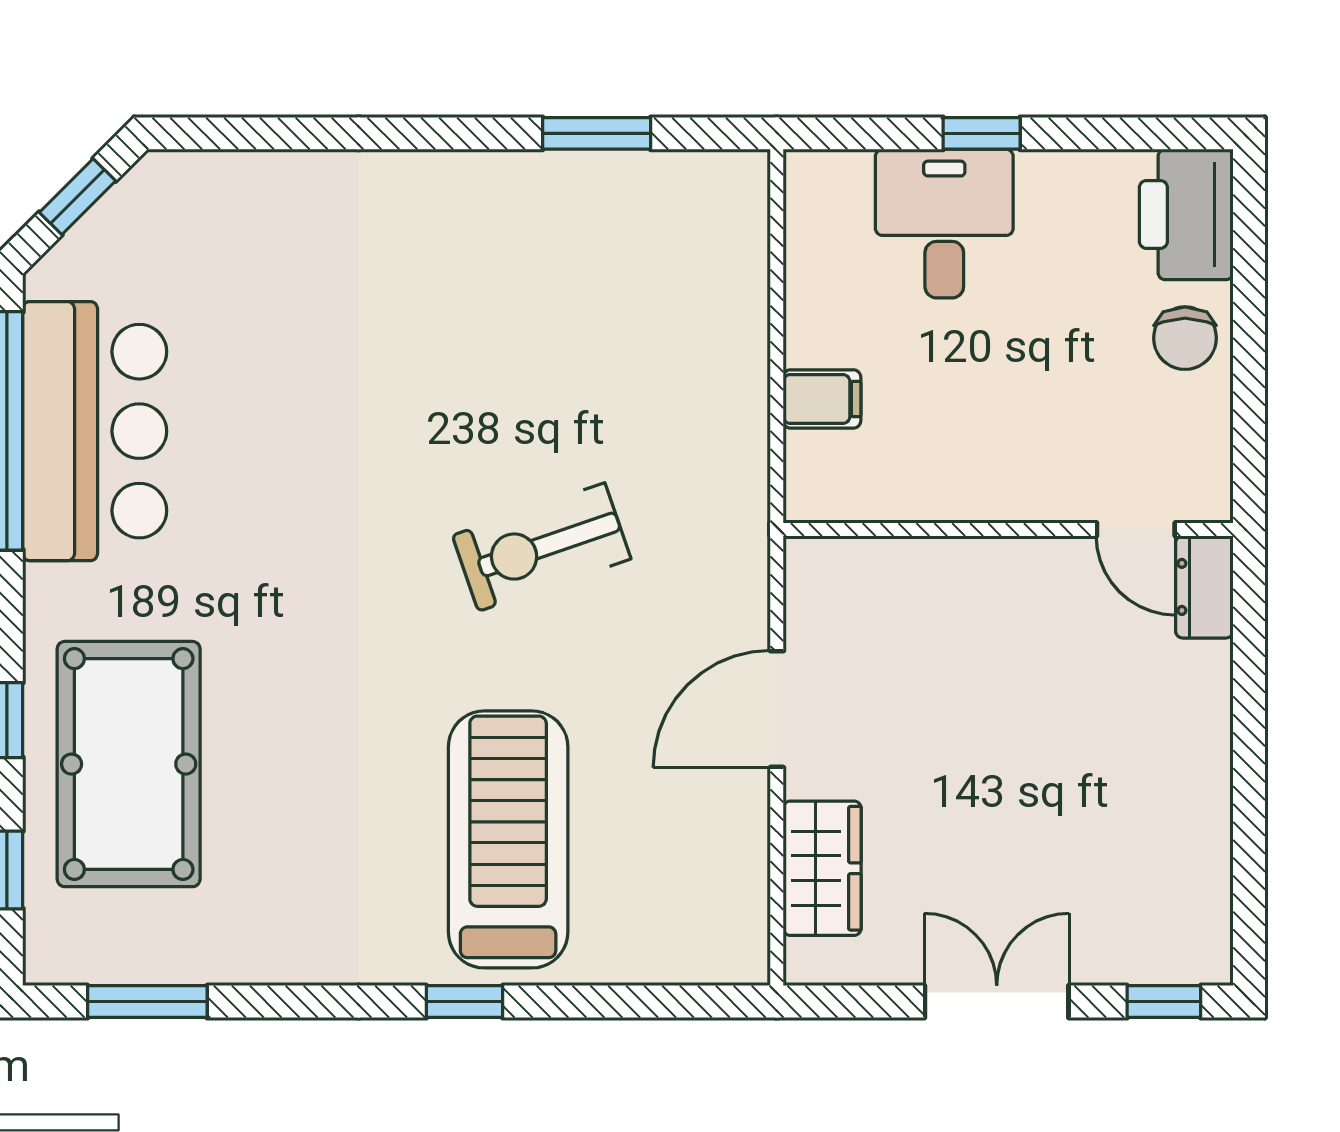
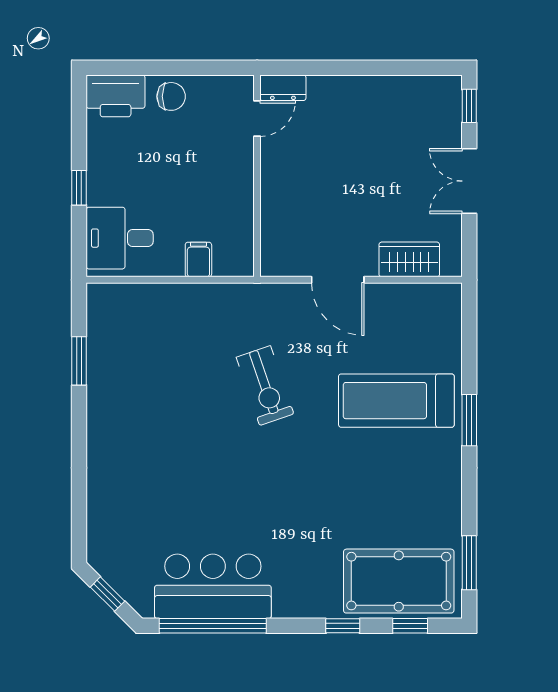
desk: (944, 224) -> (120, 238), moved
pool table: (129, 764) -> (399, 581), moved
window: (465, 1002) -> (469, 420), width x1.50

